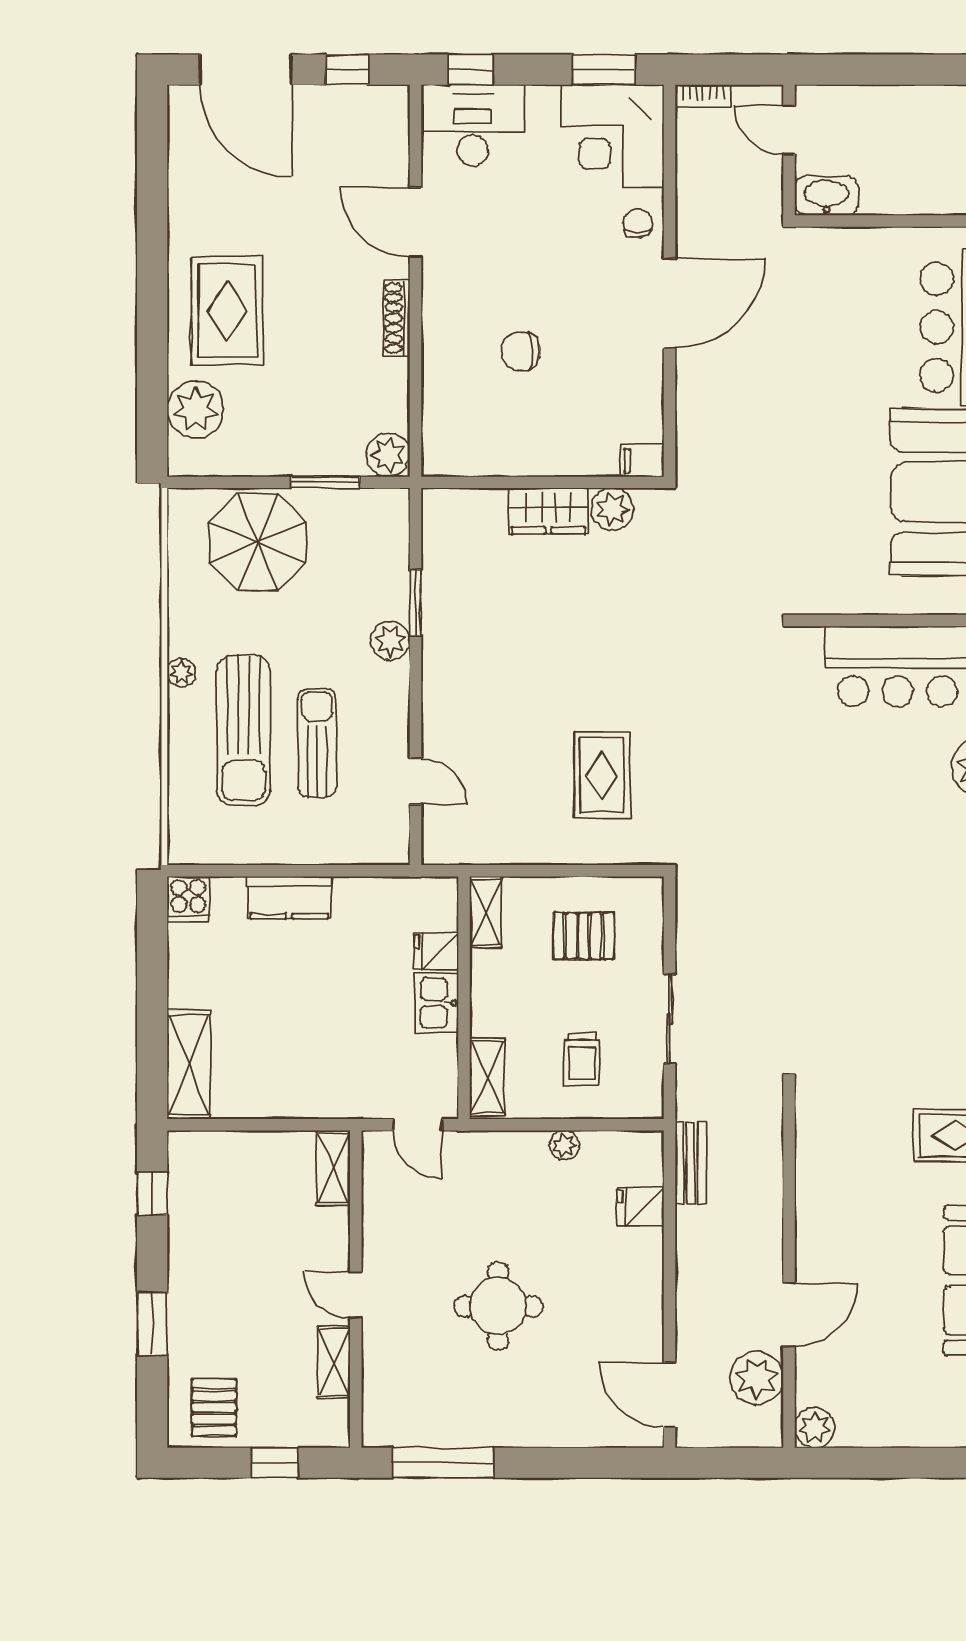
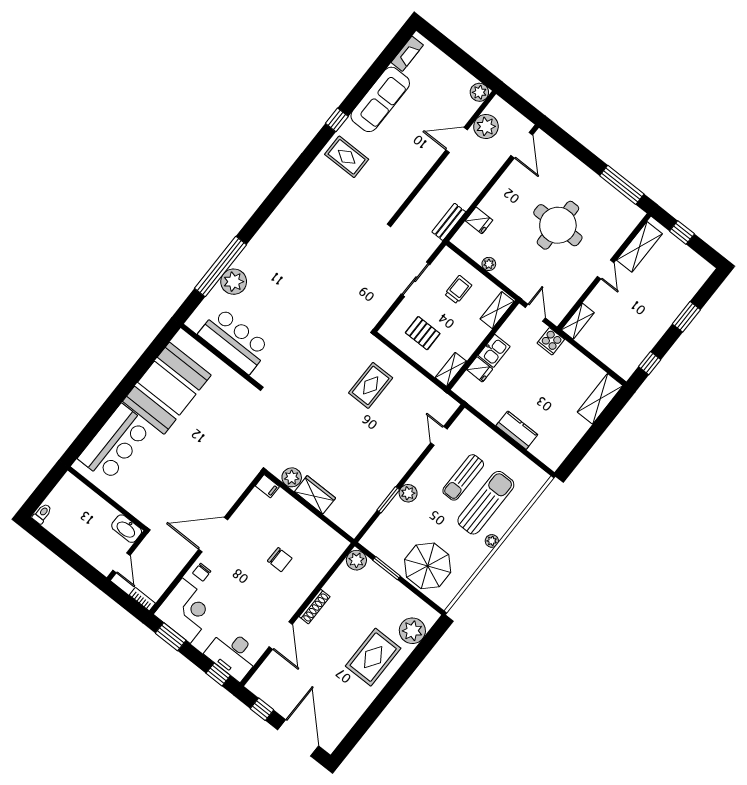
cooker: (188, 899) -> (551, 341), moved, turned 180
round table: (498, 1306) -> (558, 225), width x1.36, depth x1.36
shelving: (334, 1362) -> (639, 247), width x1.50, depth x1.33
pallet: (214, 1407) -> (688, 269), removed

